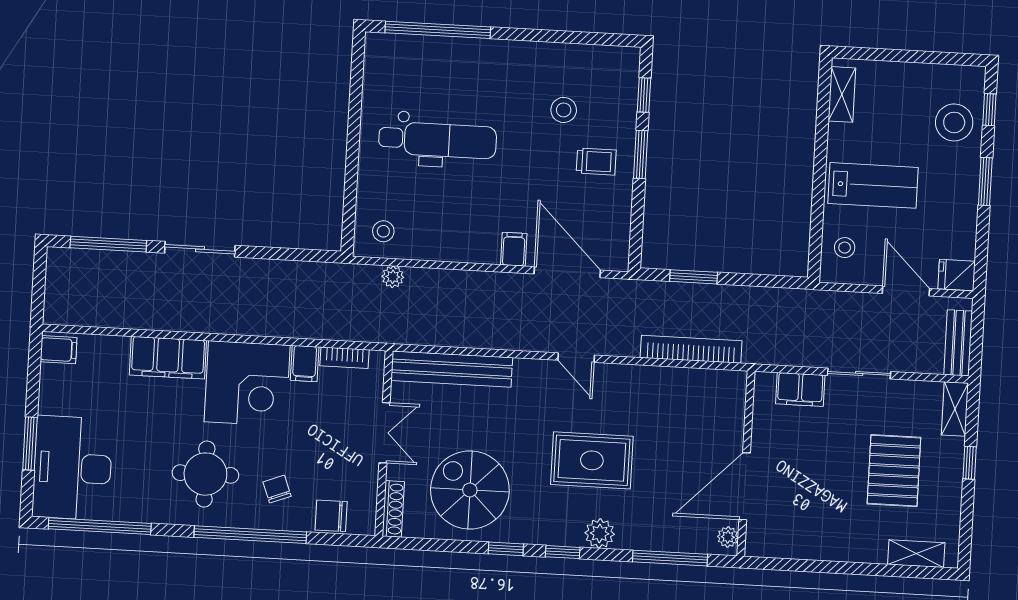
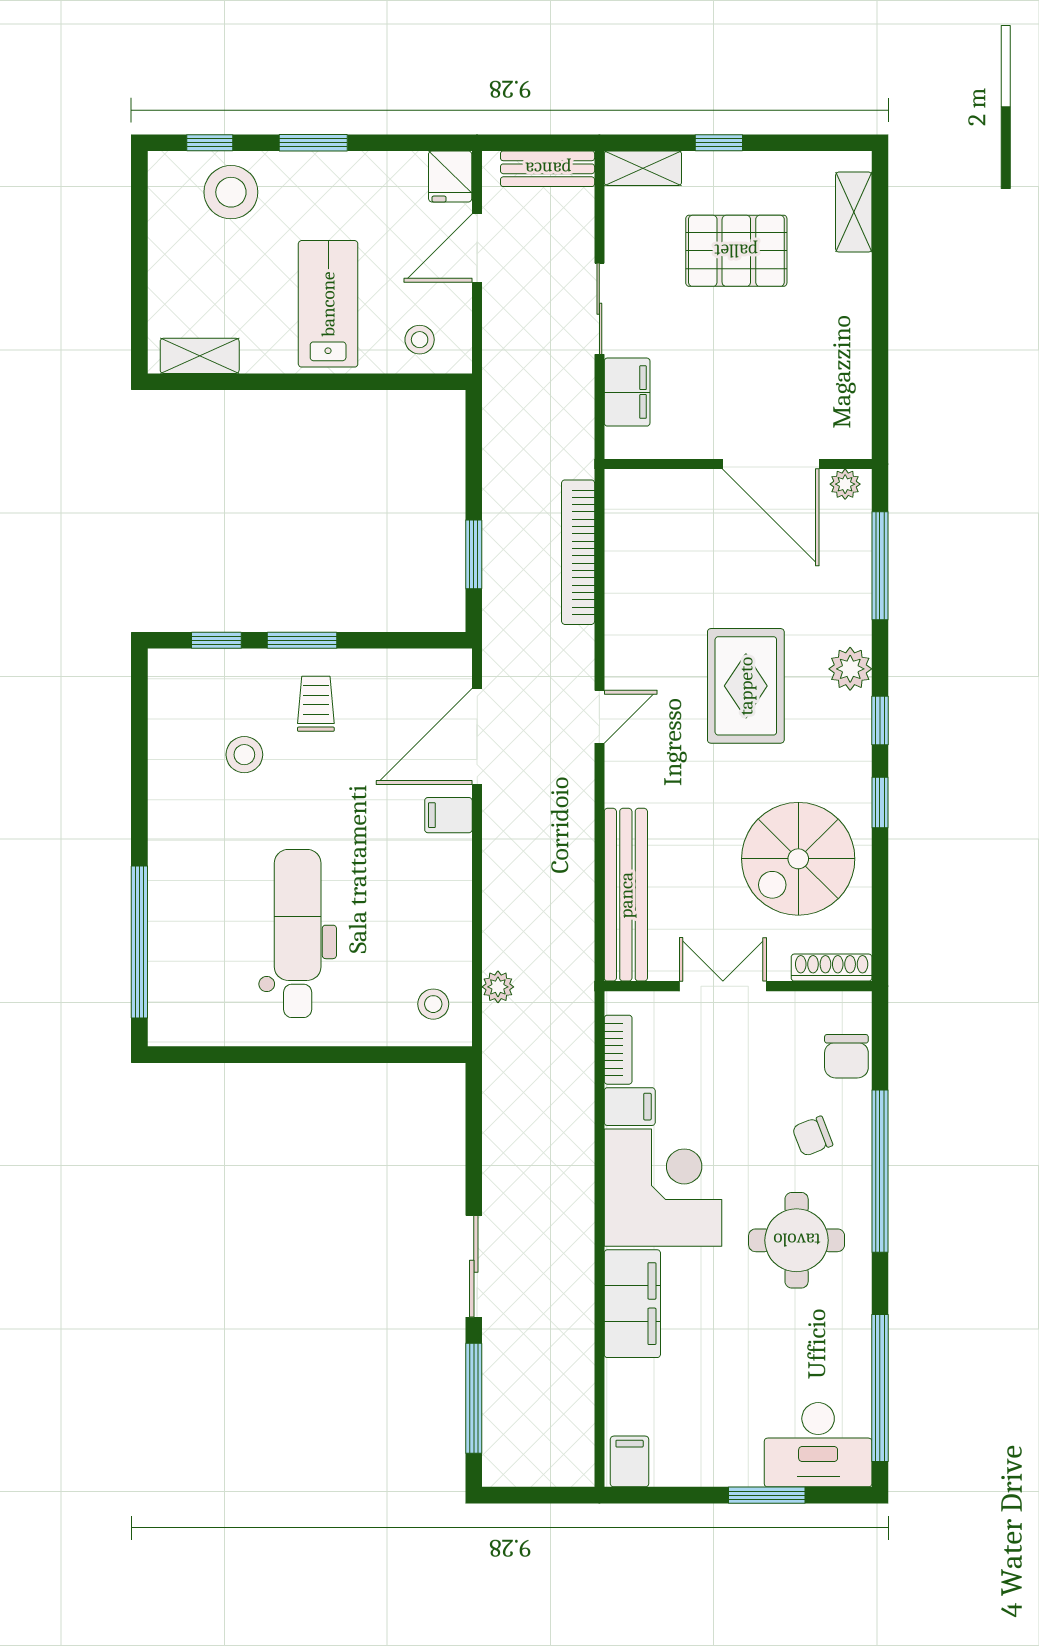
desk: (72, 468) -> (818, 1445), width x0.73, depth x0.77

